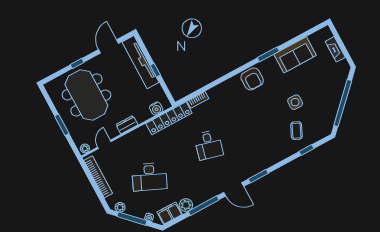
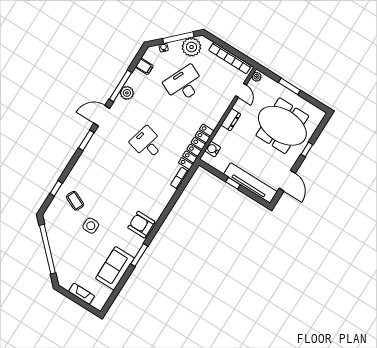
plant: (186, 205) -> (127, 93), moved
plant: (120, 207) -> (191, 47), width x1.88, depth x1.88
filing cabinet: (170, 213) -> (144, 66), width x0.50

